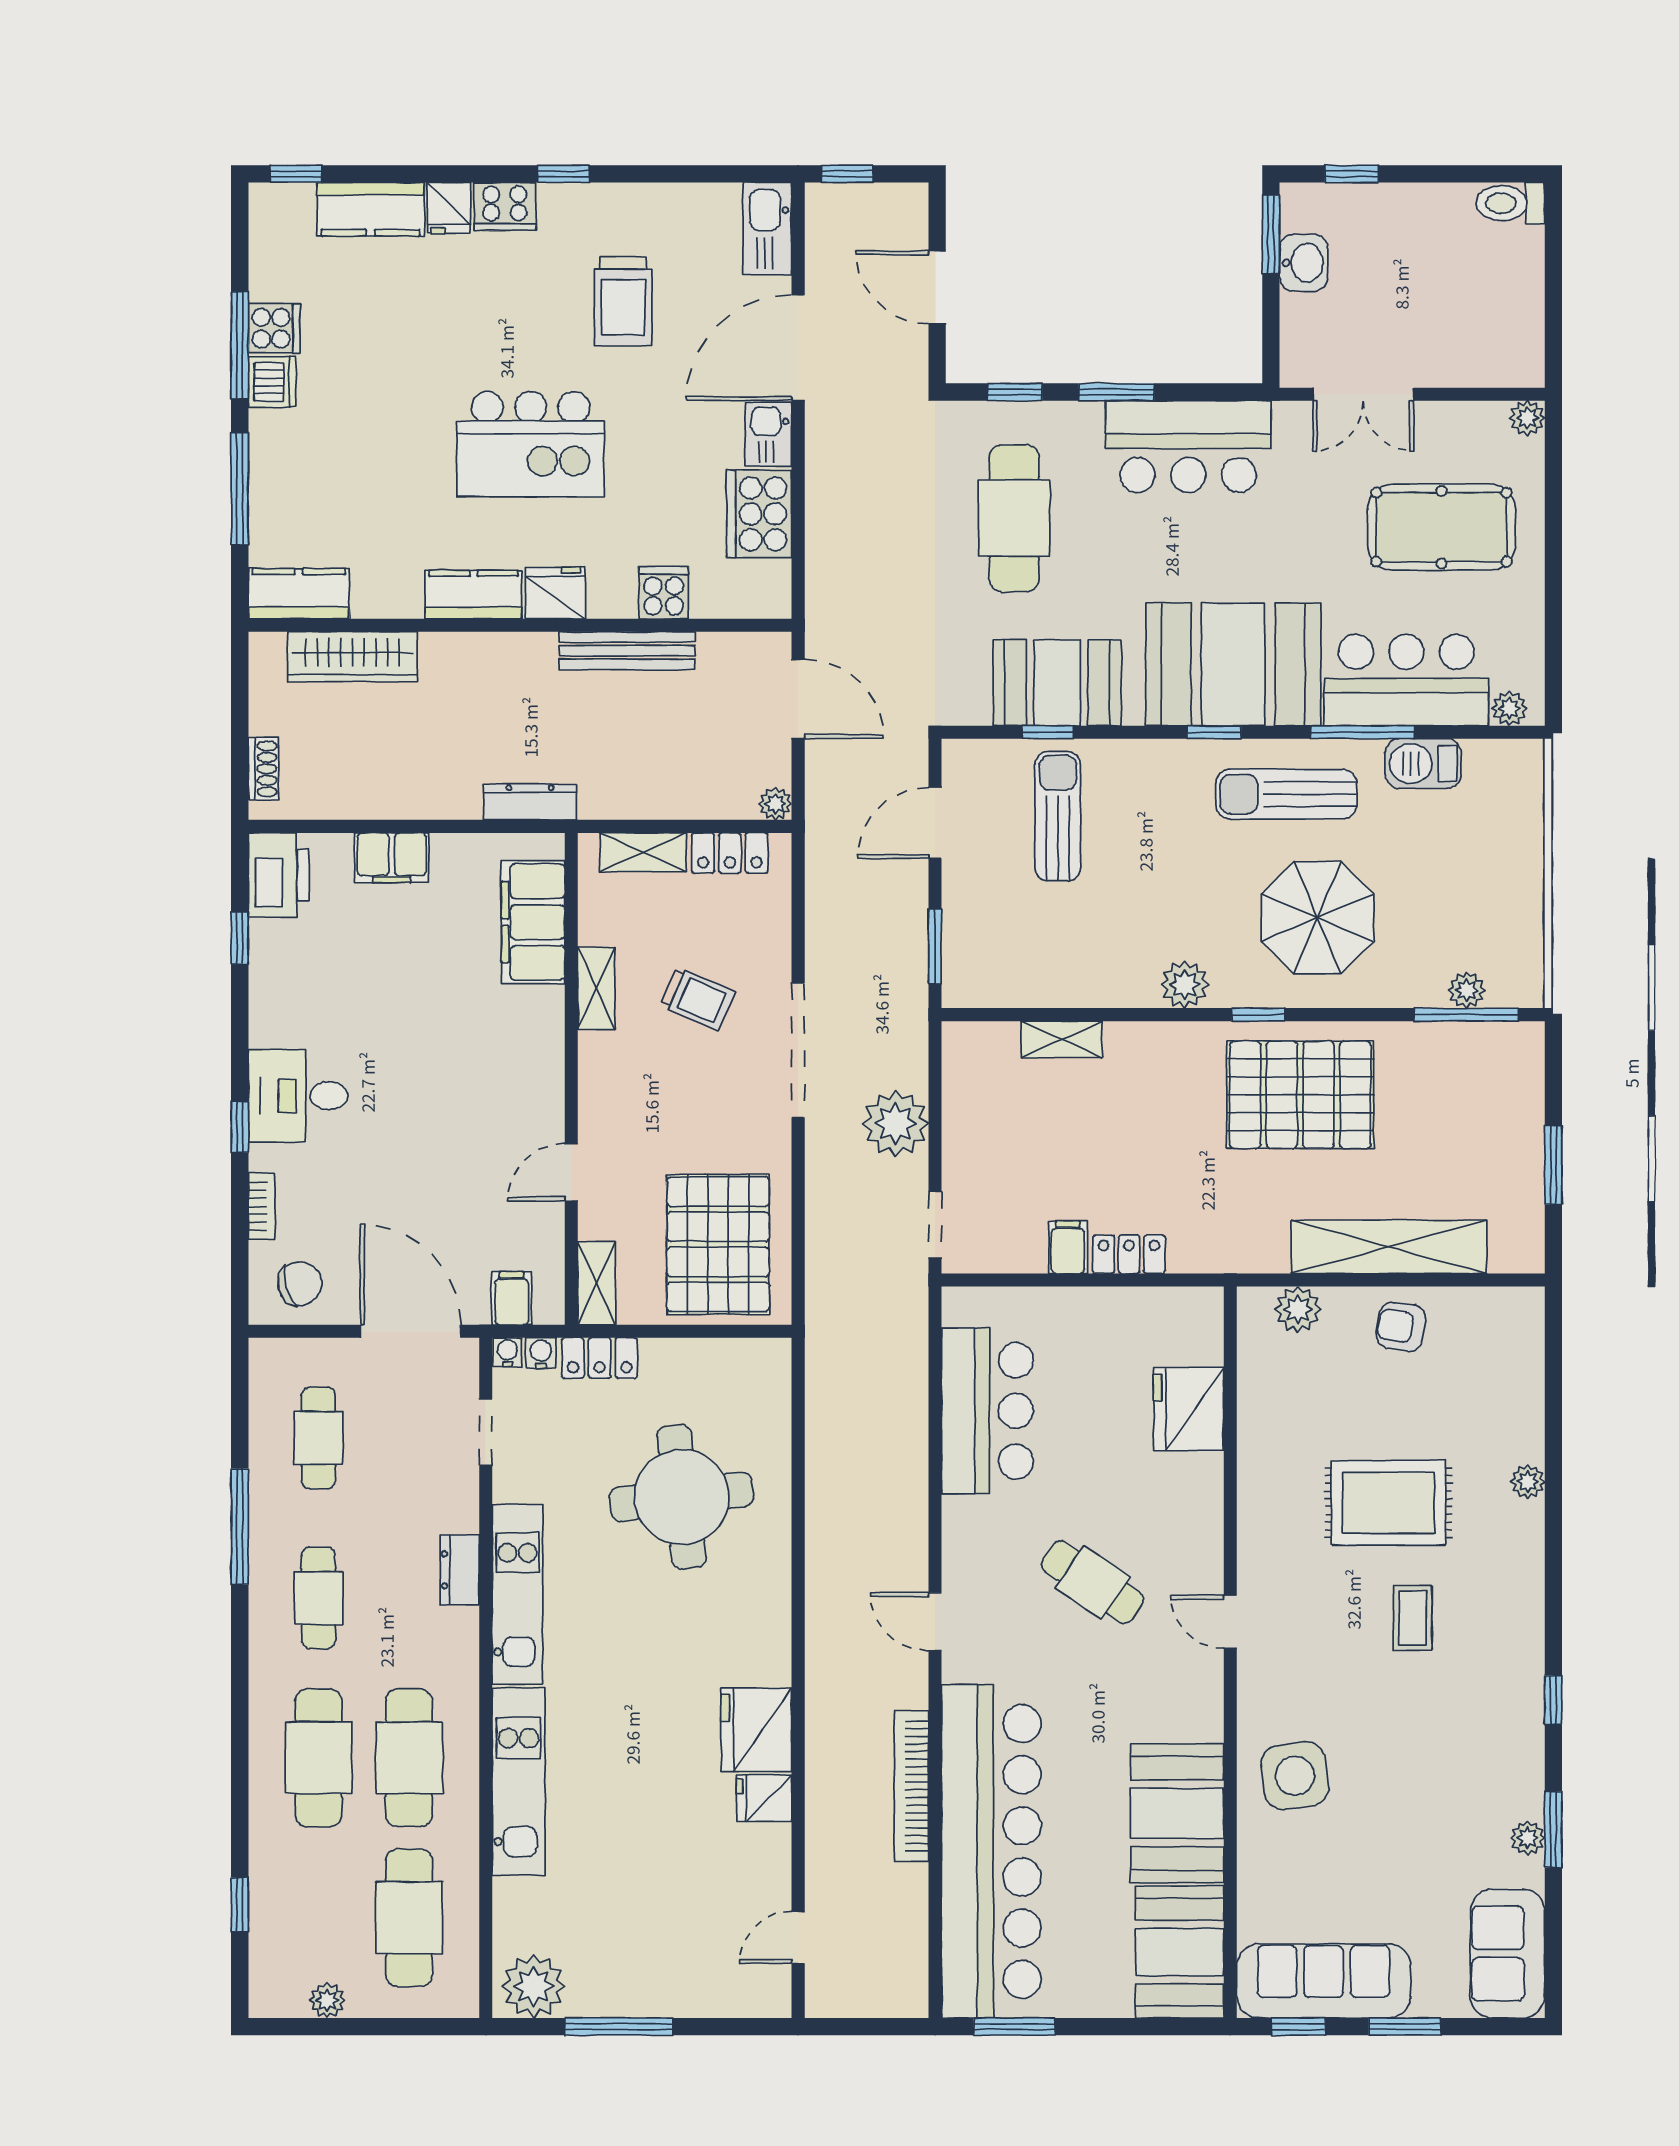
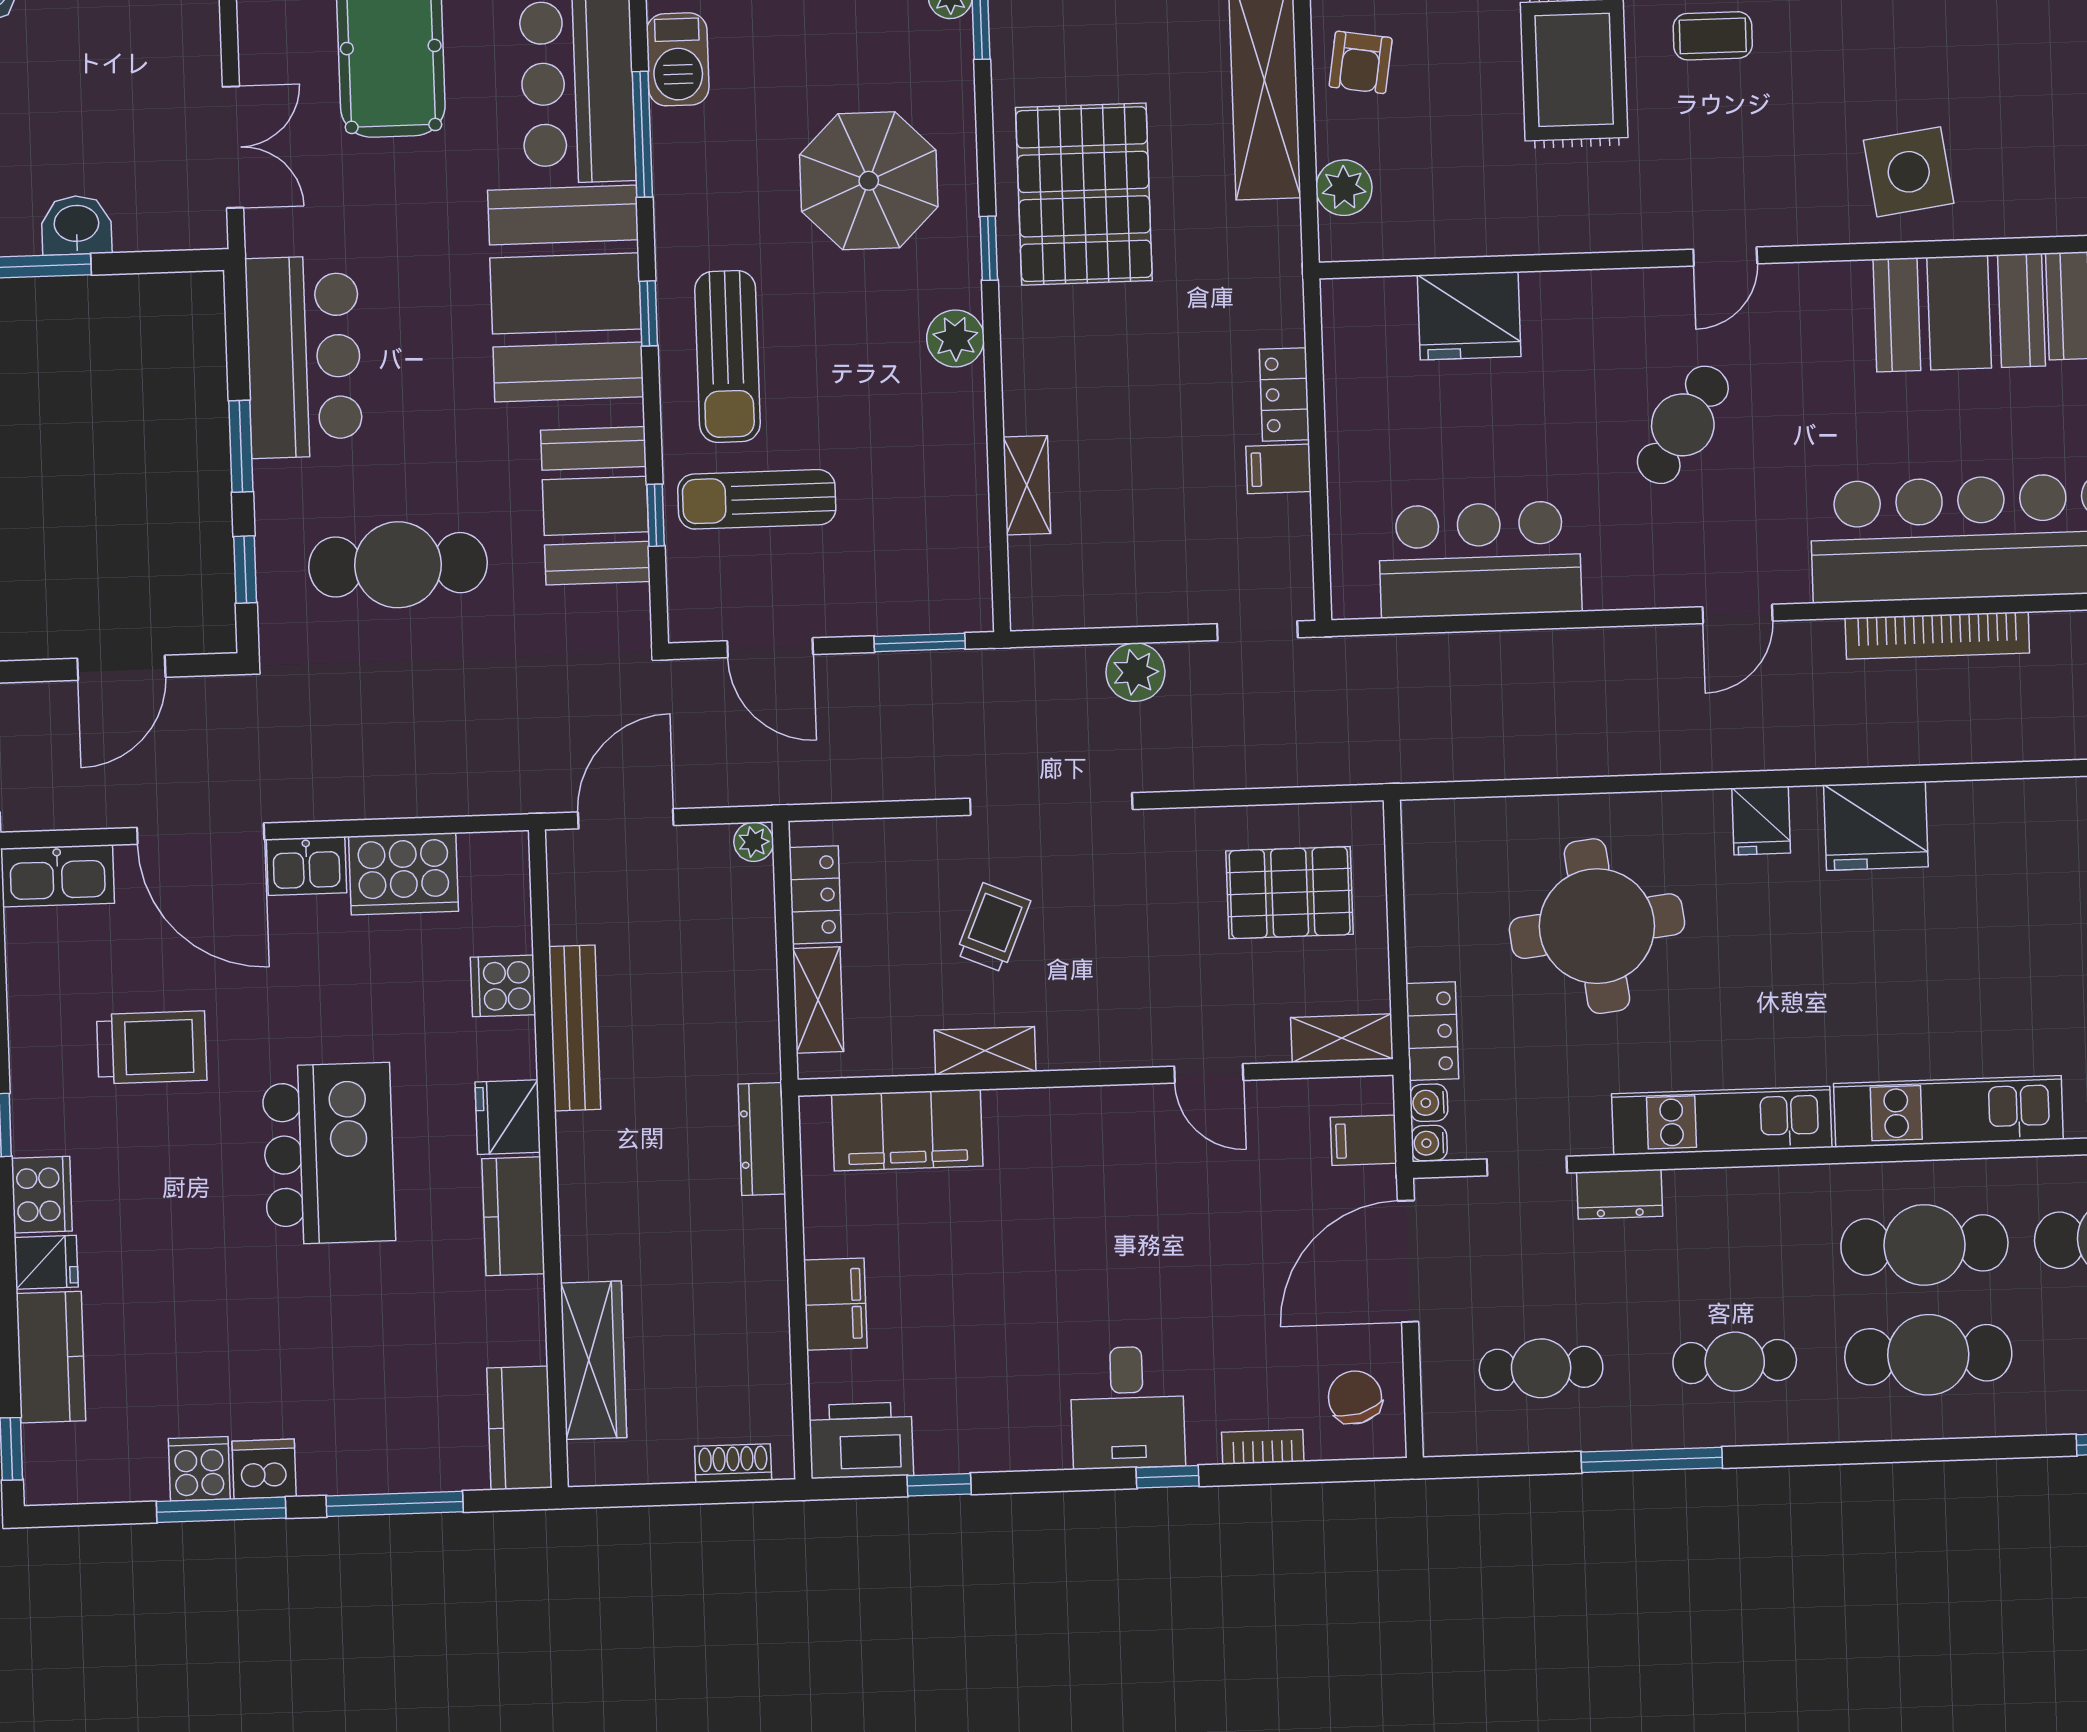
sun lounger: (1286, 794) -> (728, 357), moved
plant: (896, 1123) -> (1135, 672), width x0.73, depth x0.73
pallet: (718, 1244) -> (1290, 893), width x0.73, depth x0.71
dresser: (460, 1570) -> (1620, 1194), moved
fridge: (764, 1798) -> (1761, 820), moved

